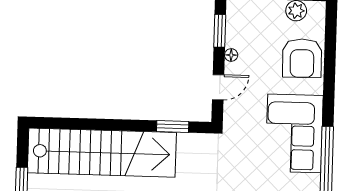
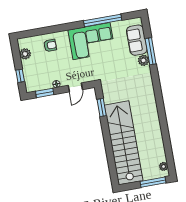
armchair: (302, 58) -> (50, 45), width x0.53, depth x0.53
door: (218, 87) -> (75, 87), swing flipped

